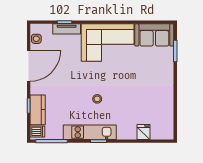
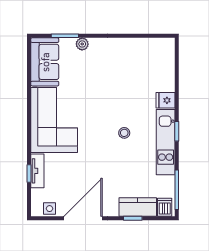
plant: (169, 65) -> (82, 44), added
door: (29, 66) -> (83, 218), hinge flipped
fridge: (144, 132) -> (165, 100), moved

